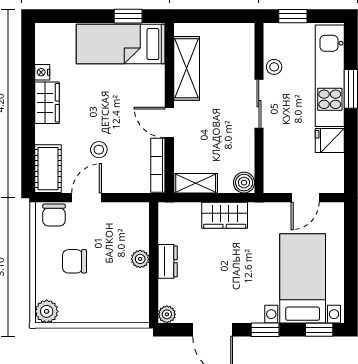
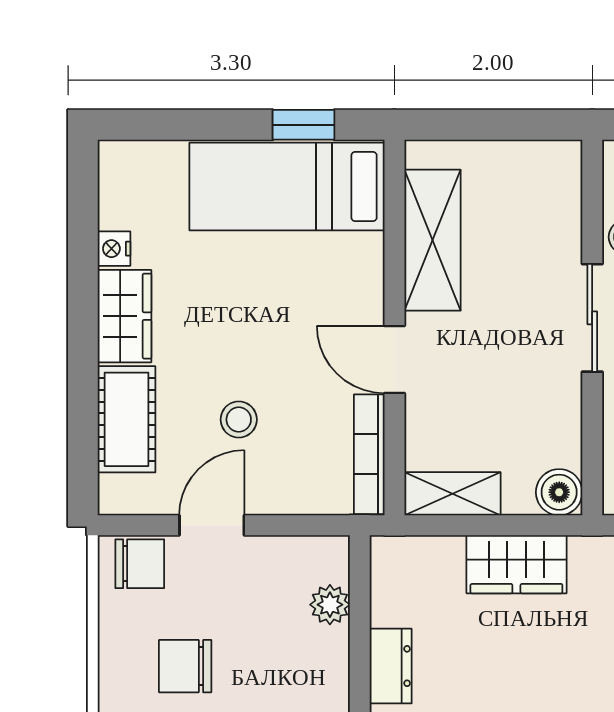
cot: (48, 169) -> (127, 419), moved
chair: (54, 215) -> (140, 564), turned -90
plant: (140, 259) -> (330, 605), moved

